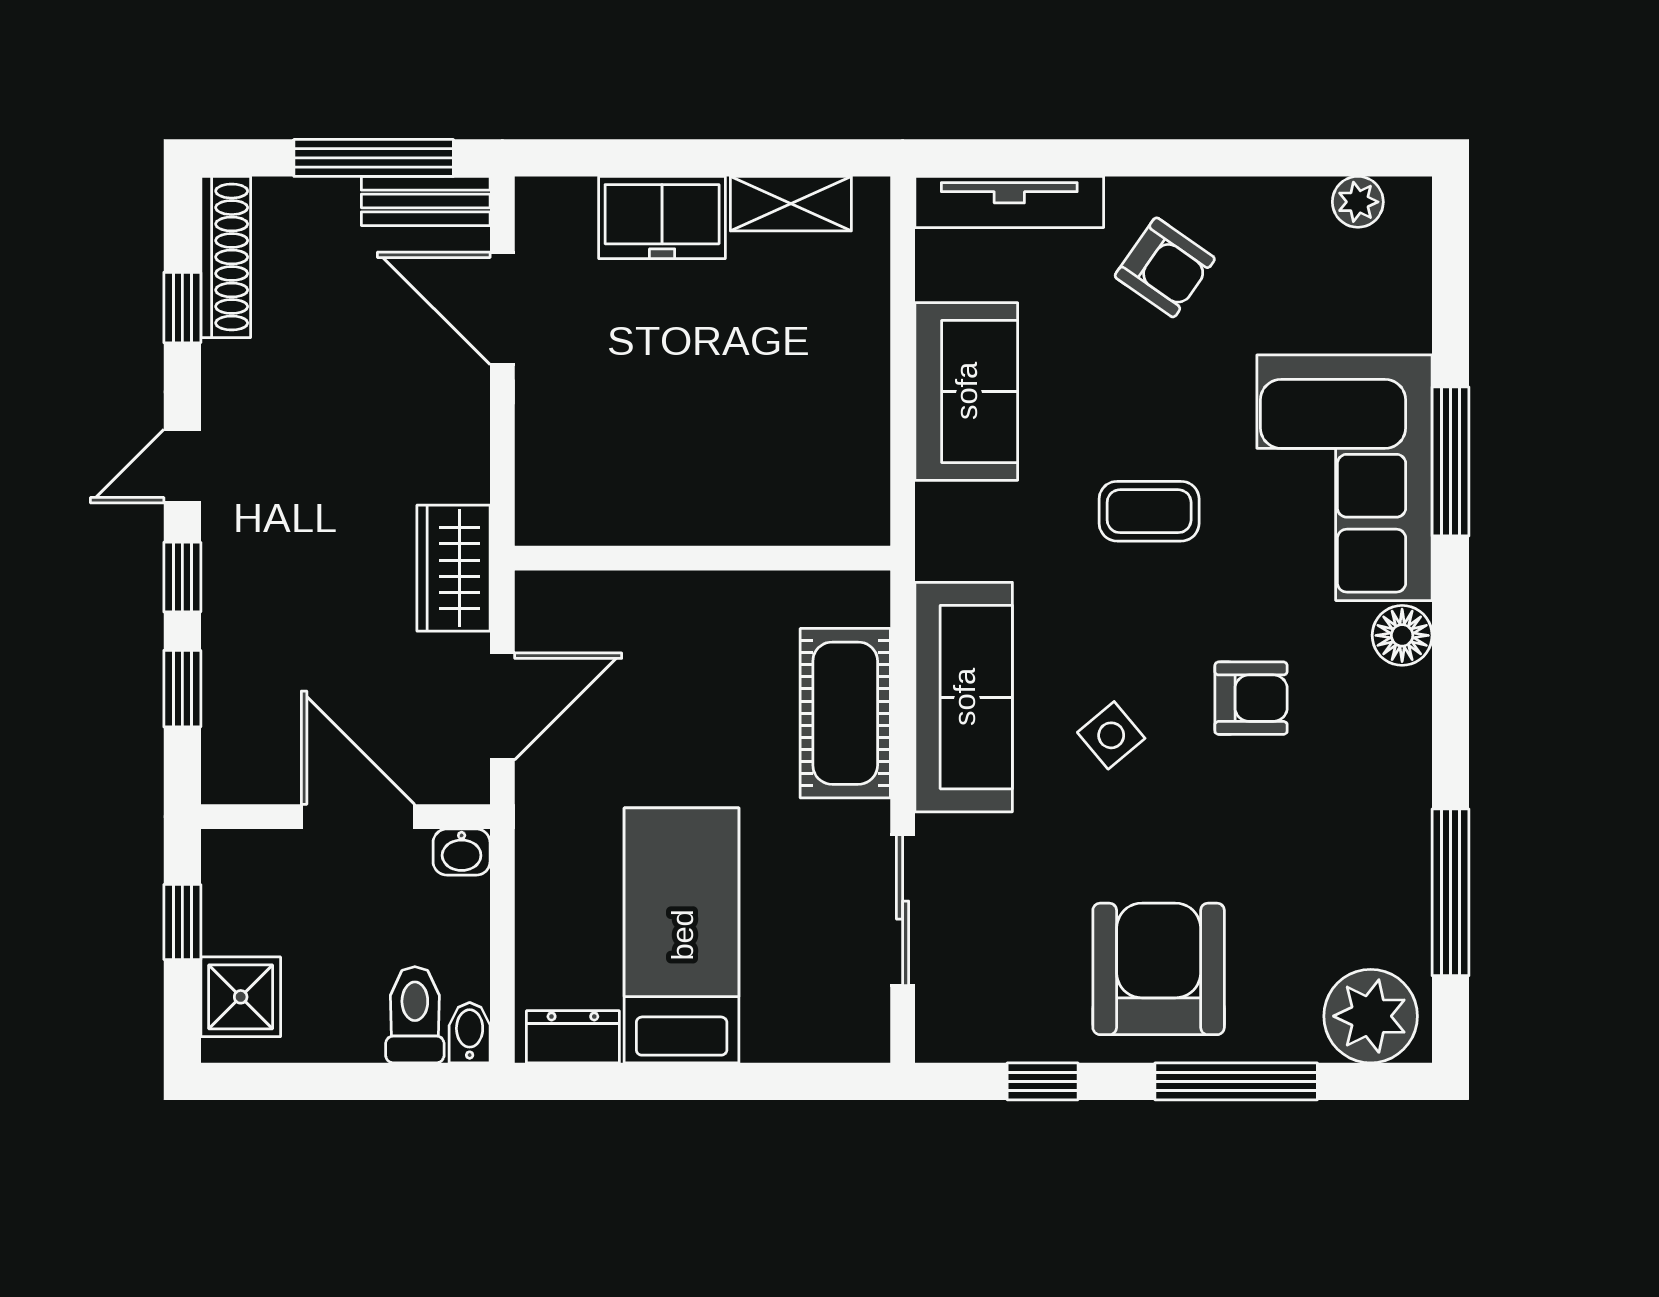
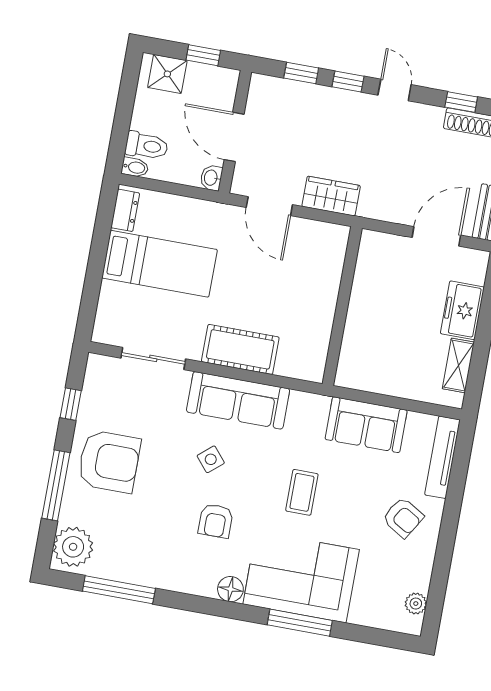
armchair: (1165, 267) -> (403, 518), turned -94
wall: (703, 558) -> (342, 306), moved
door: (358, 817) -> (234, 137), swing flipped

